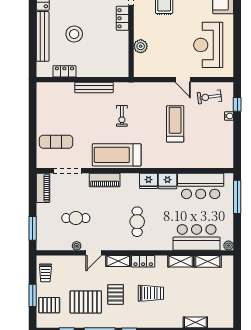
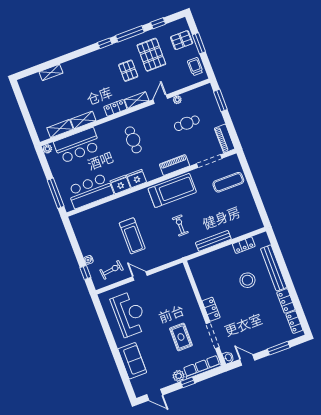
plant: (141, 46) -> (187, 291), removed
trolley: (151, 293) -> (99, 83), removed
pallet: (86, 302) -> (151, 55), turned 90

